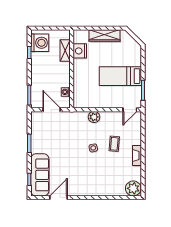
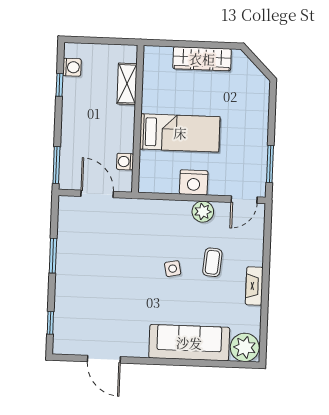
washing machine: (40, 43) -> (72, 67), width x0.53, depth x0.53
nightstand: (80, 51) -> (194, 182), moved, turned -90
bed: (120, 76) -> (180, 133), moved, turned 180
plant: (94, 117) -> (203, 212), moved
sofa: (40, 175) -> (189, 343), moved, turned -90
door: (58, 198) -> (104, 359), swing flipped

